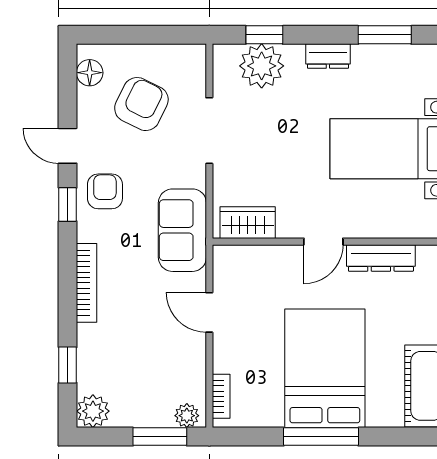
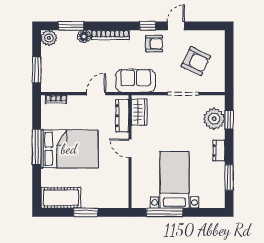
floor lamp: (90, 73) -> (84, 36), moved
dresser: (381, 258) -> (122, 116), moved
window: (68, 365) -> (71, 26), width x1.50
plant: (187, 416) -> (47, 83), removed

